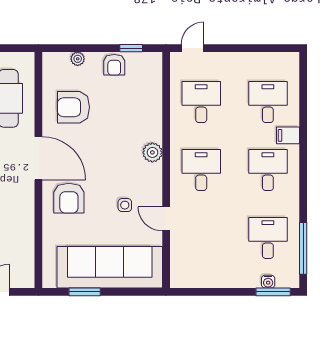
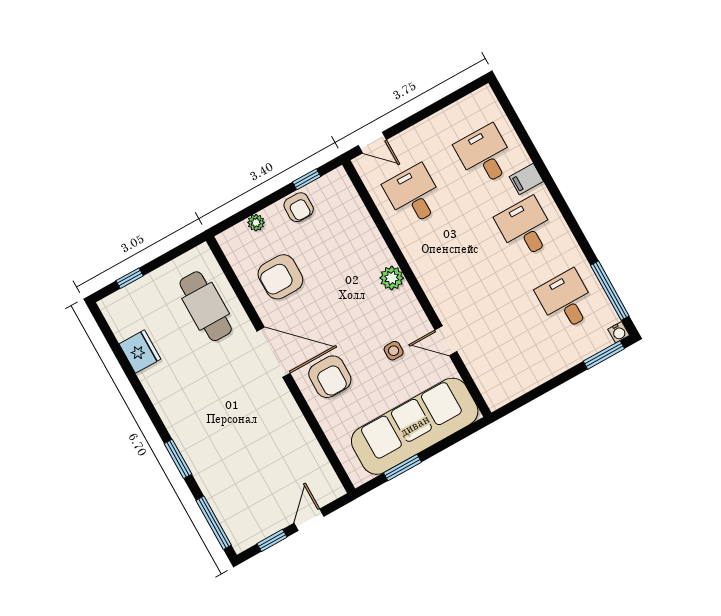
door: (193, 48) -> (372, 143), swing flipped
desk: (201, 170) -> (454, 268), removed
water cooler: (268, 282) -> (619, 332), moved

